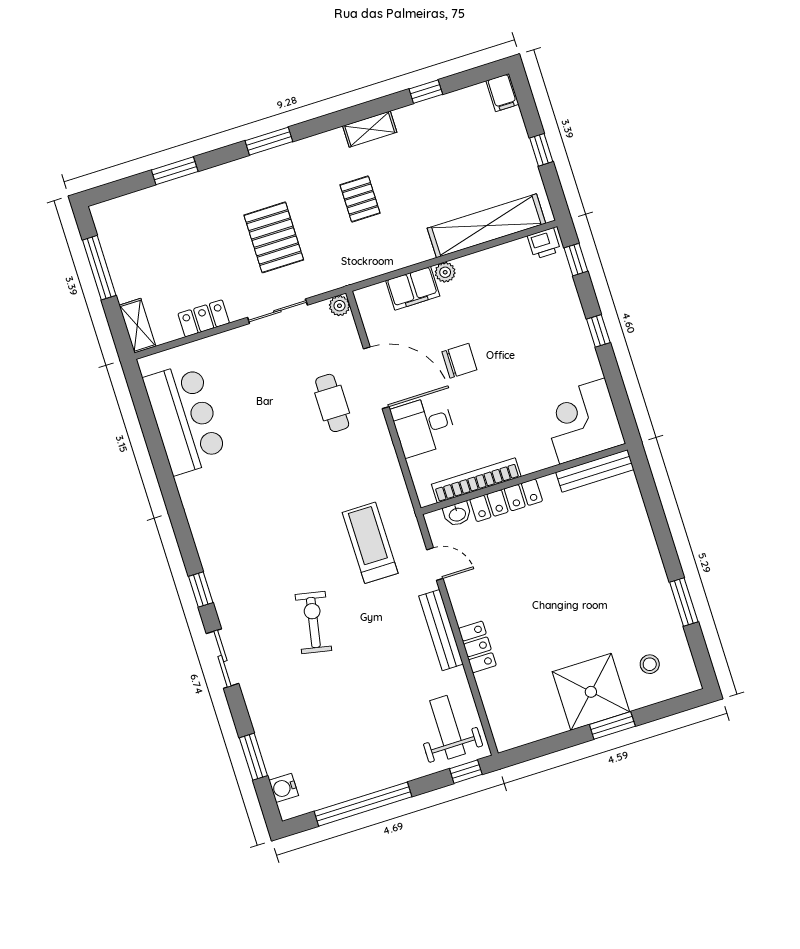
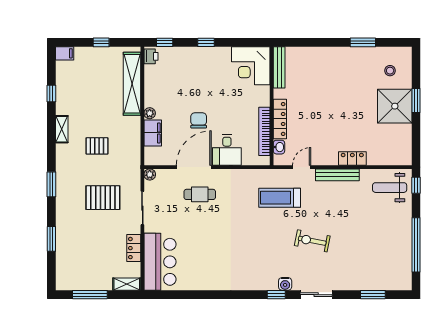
bar counter: (185, 418) -> (160, 262), moved, turned 90
water cooler: (284, 788) -> (285, 284), moved

